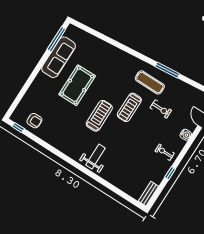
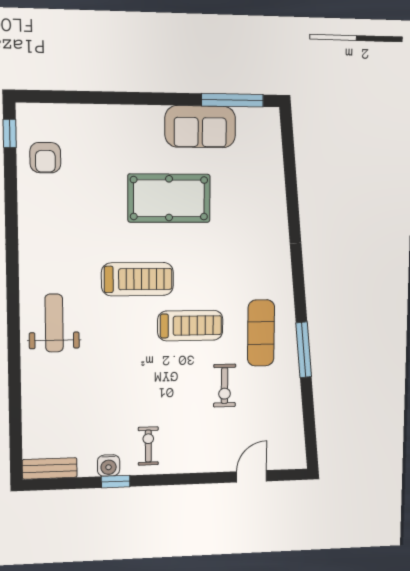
sofa: (59, 57) -> (200, 127), width x0.73
treadmill: (129, 107) -> (190, 326), turned 180
water cooler: (186, 135) -> (109, 466), moved
weight bench: (95, 156) -> (54, 323), turned -90

